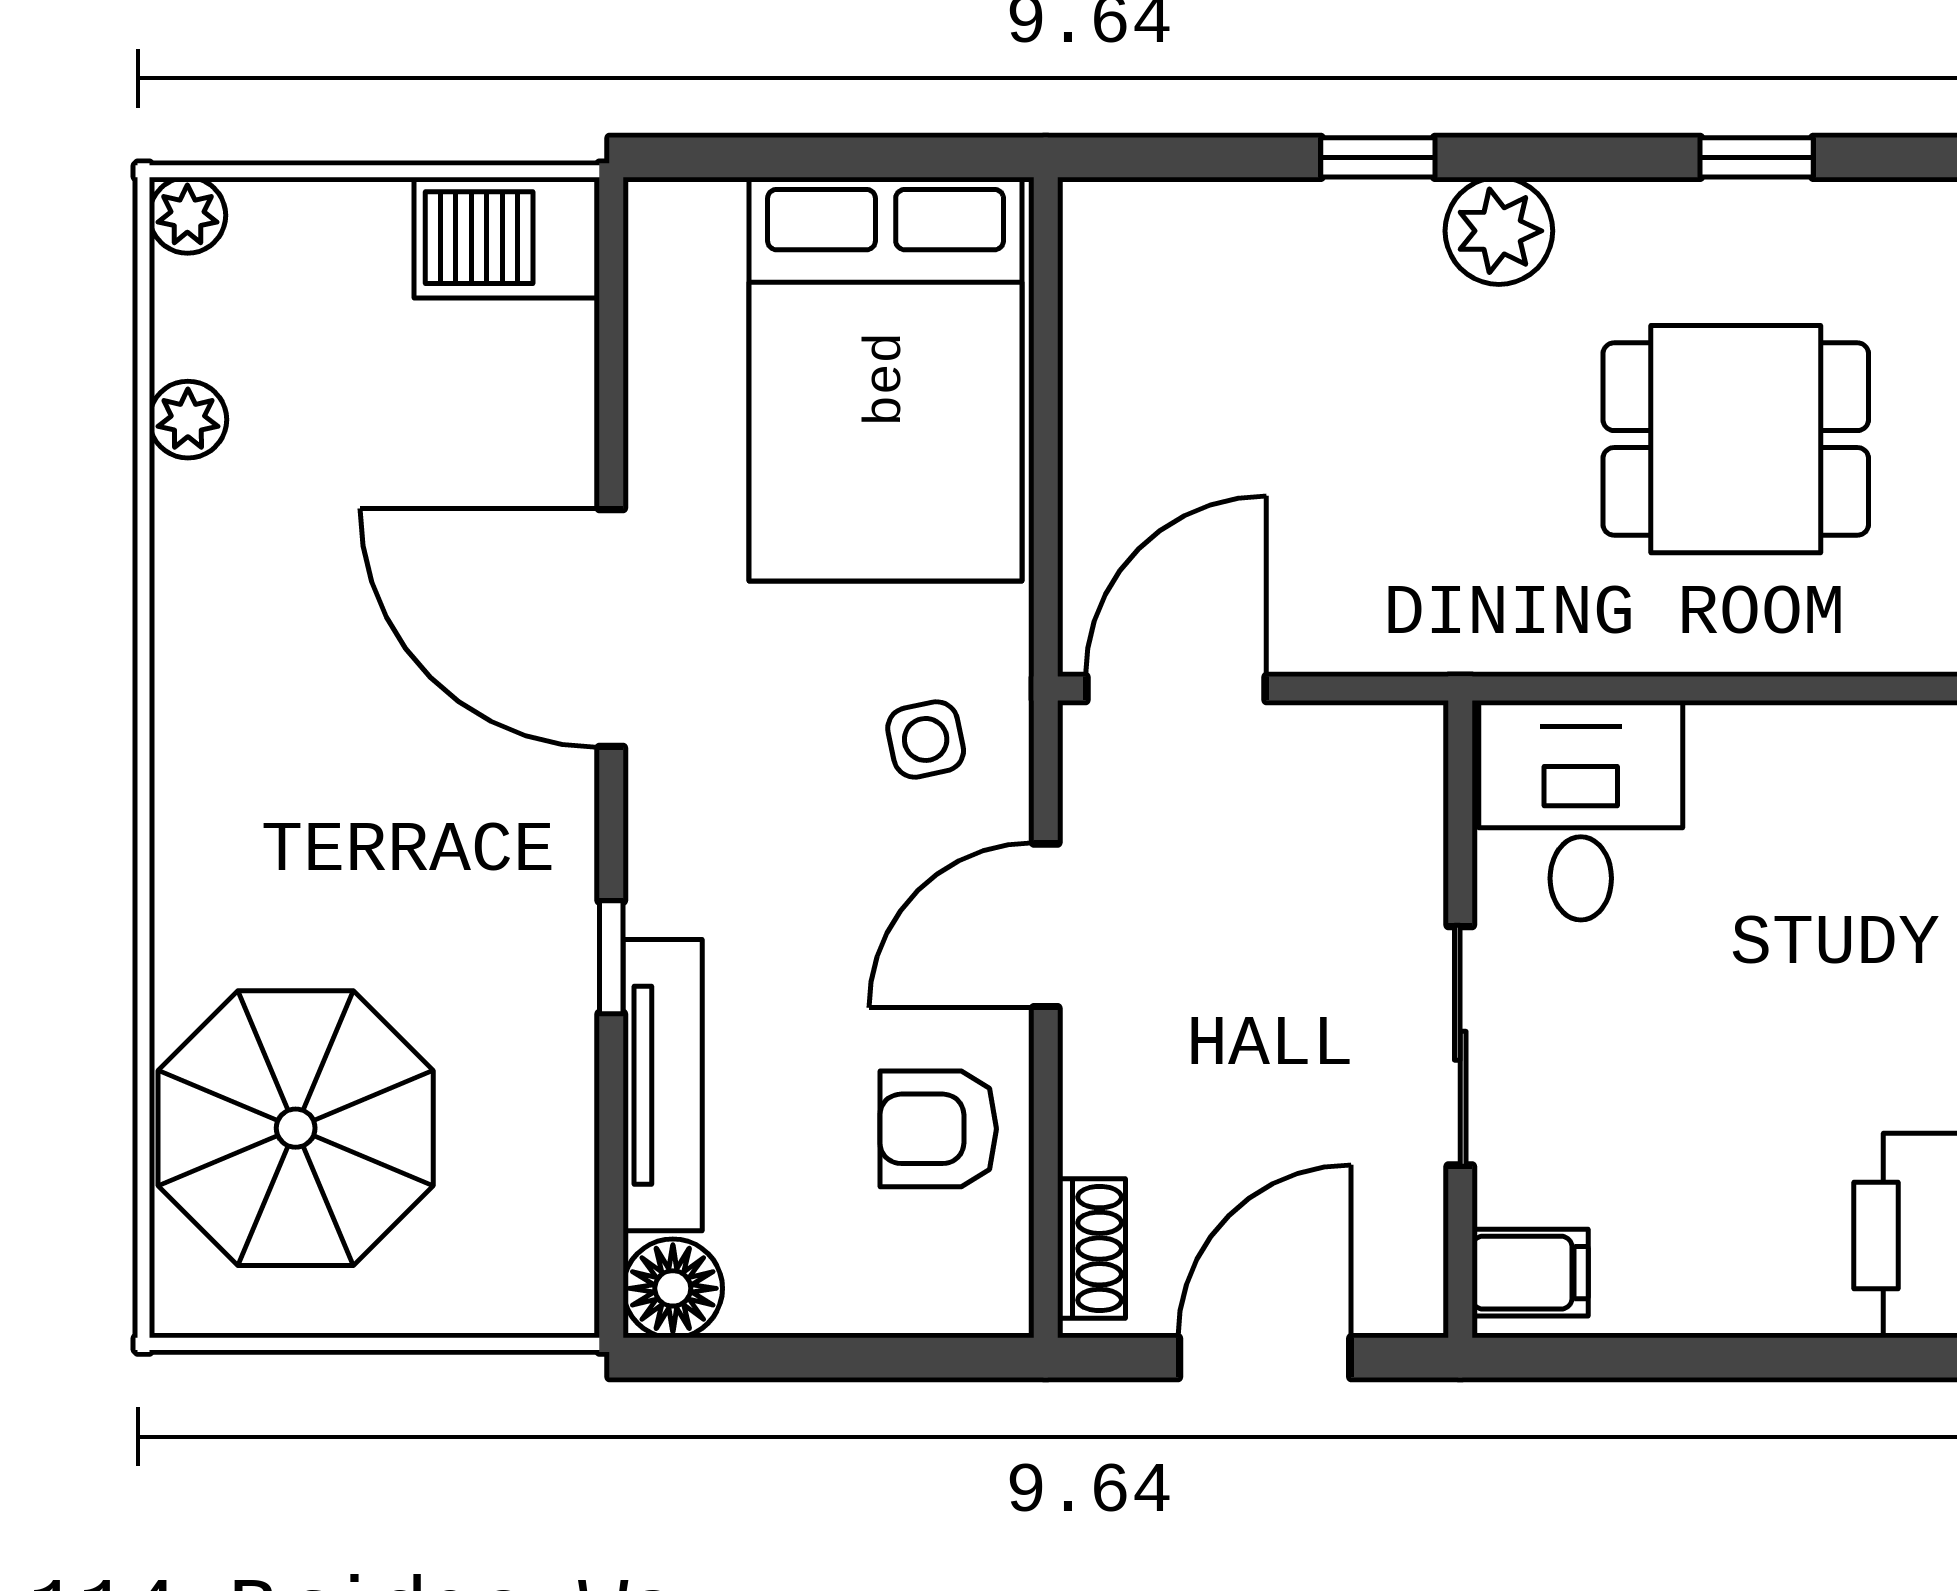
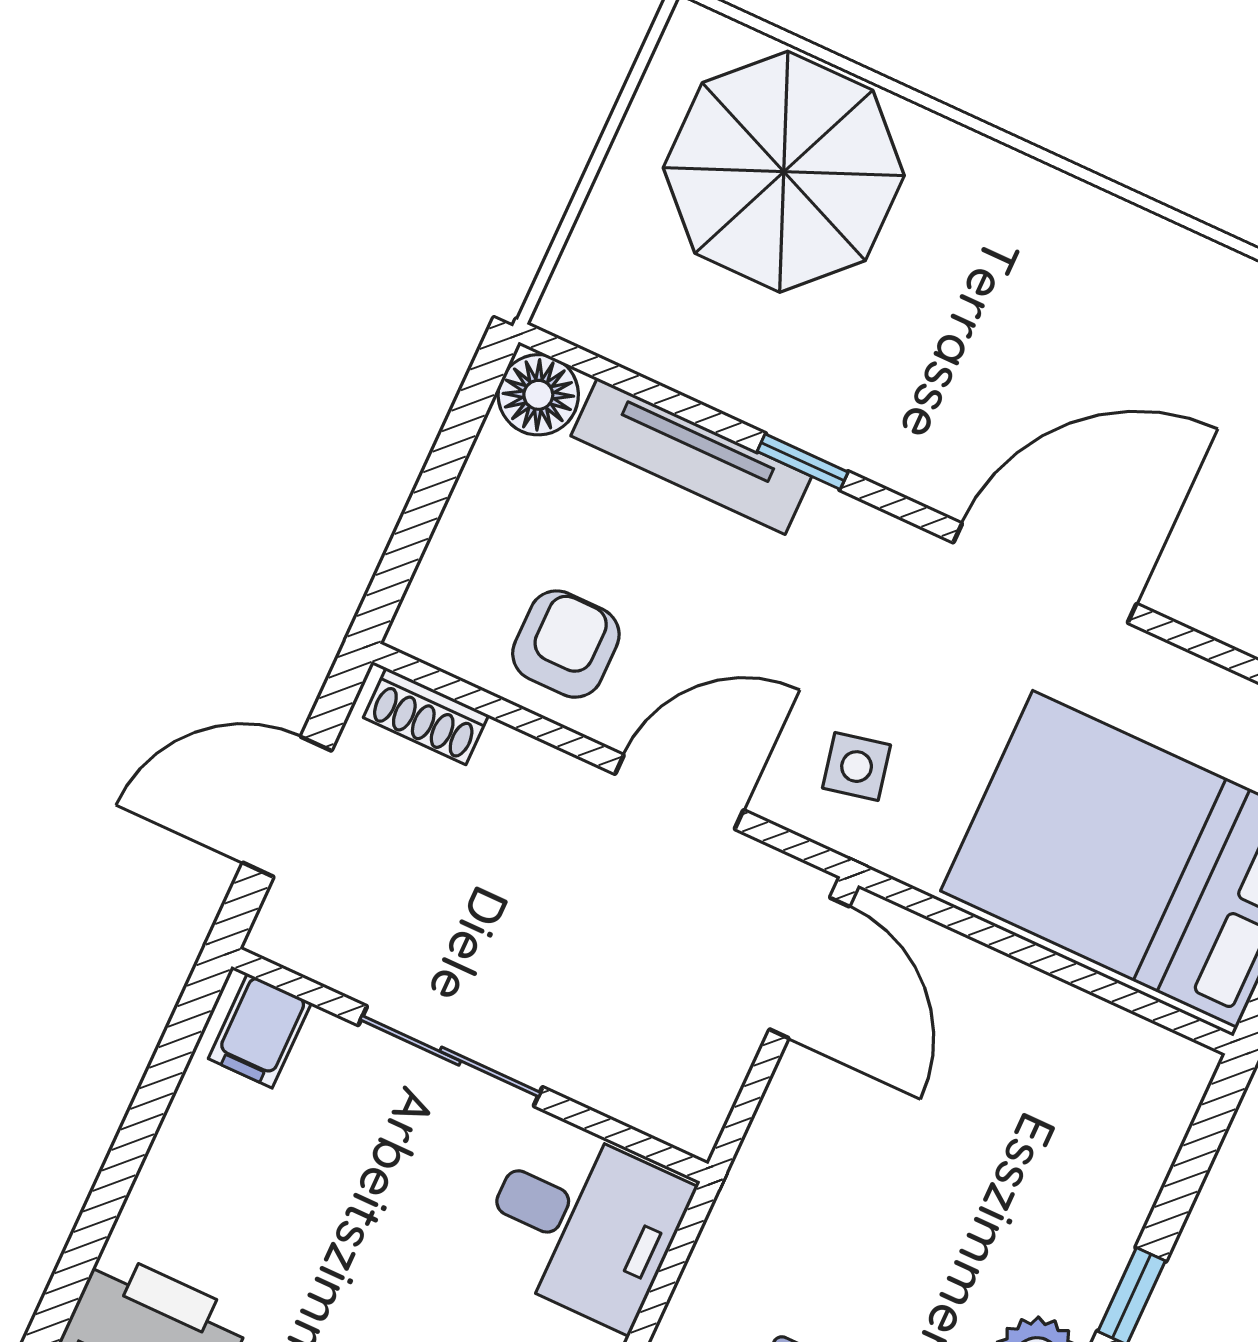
door: (1046, 925) -> (679, 792), hinge flipped
door: (1265, 1358) -> (287, 807), swing flipped

